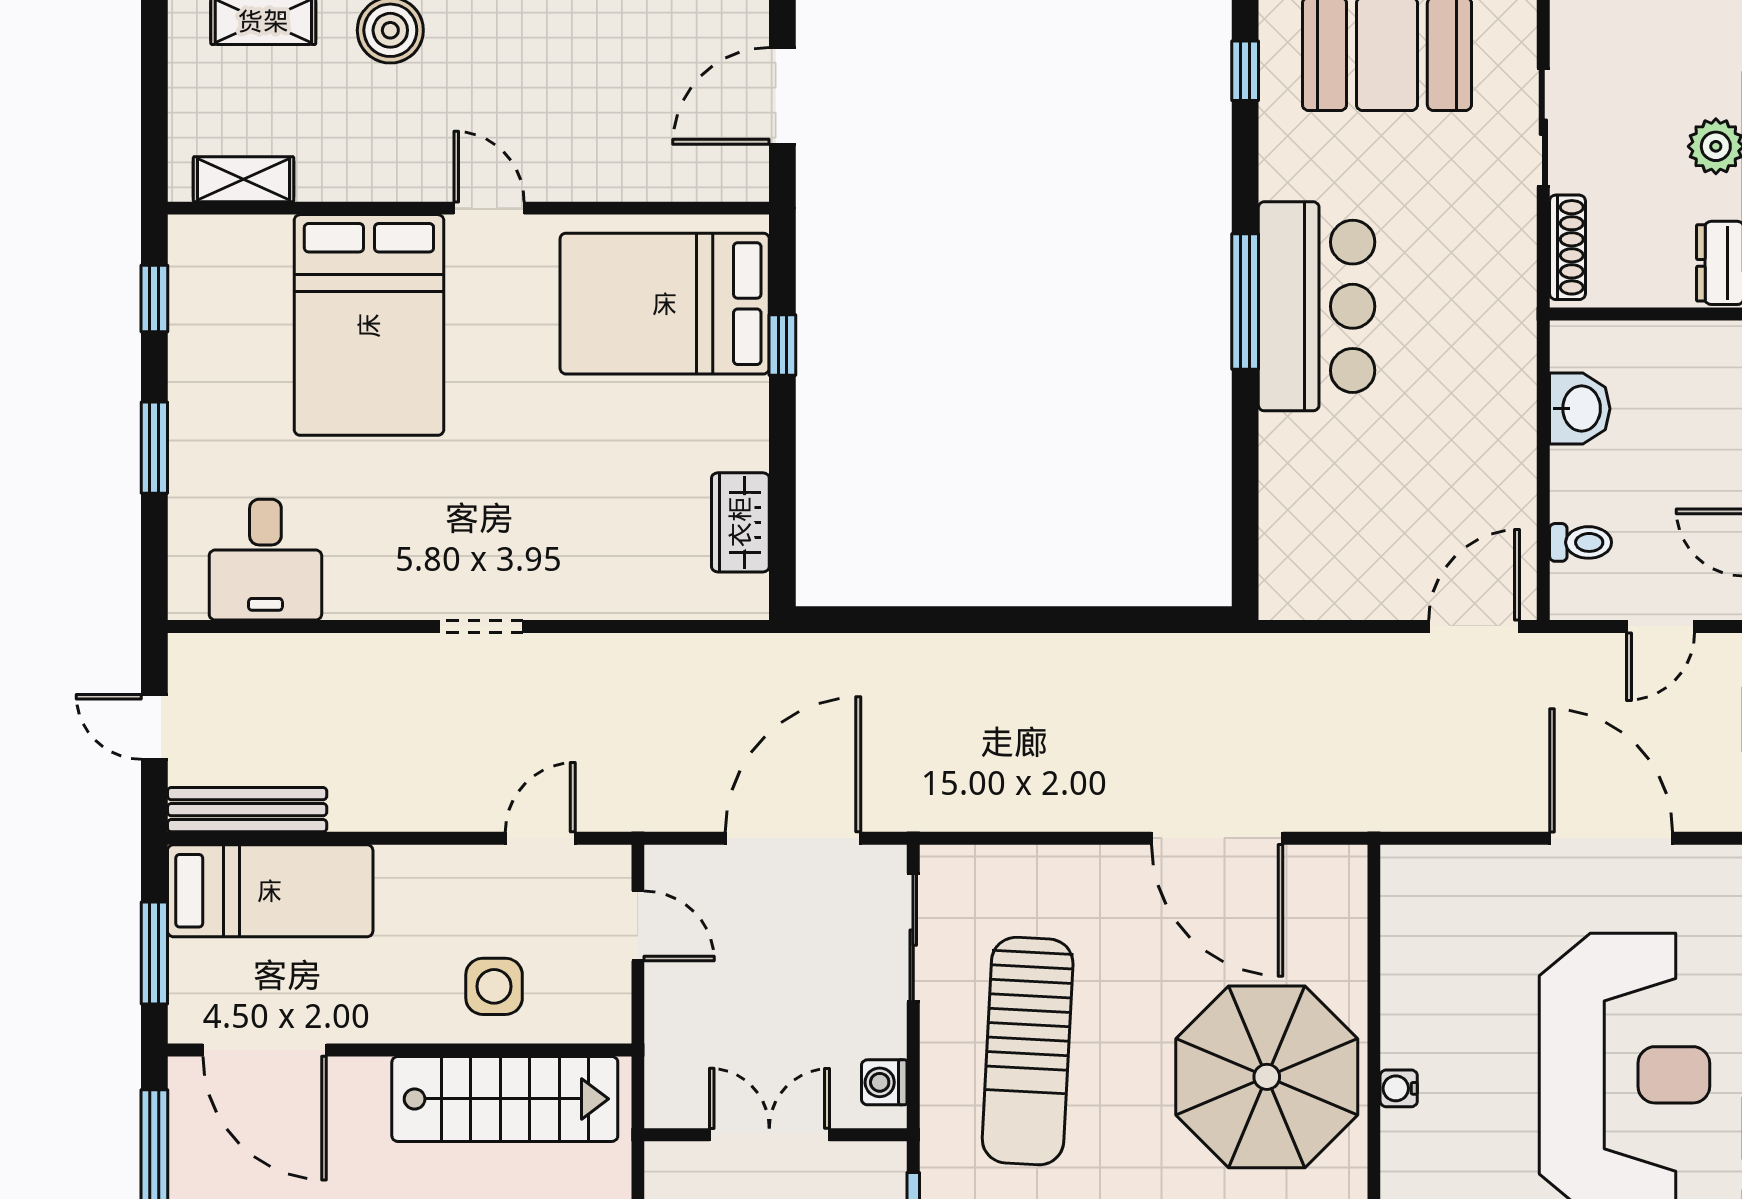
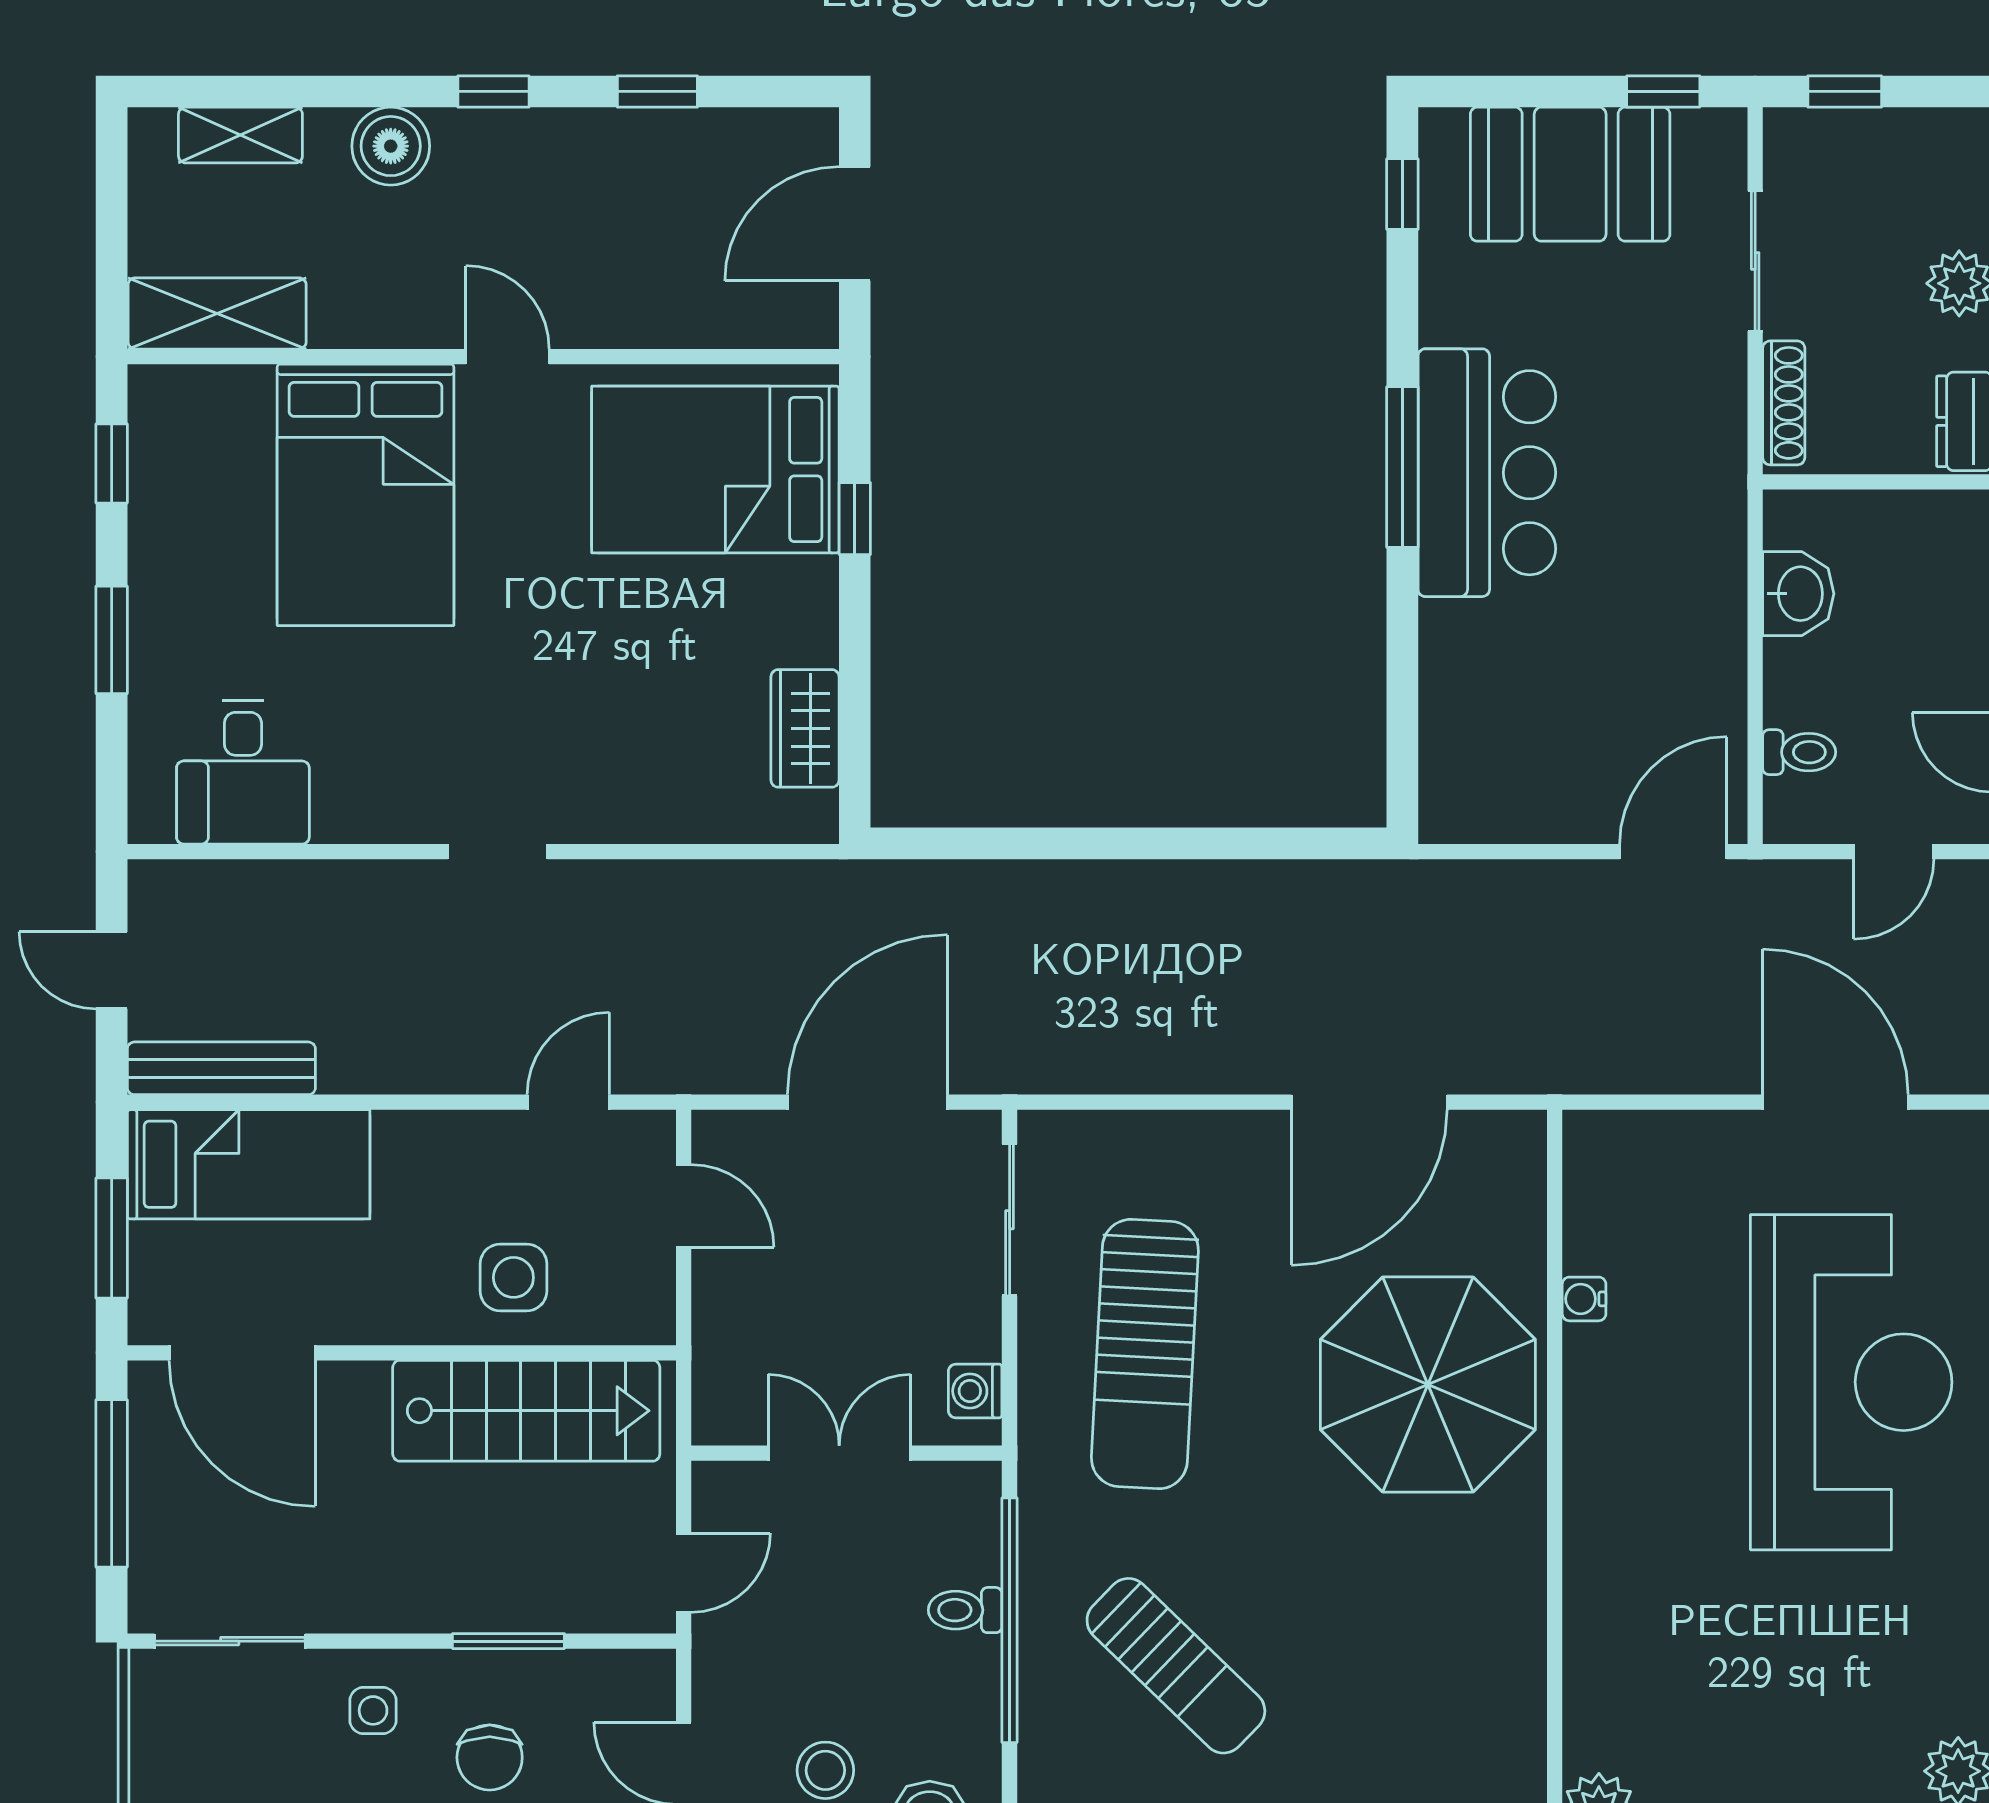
shelving: (244, 179) -> (217, 313), width x1.50, depth x1.33
door: (1217, 838) -> (1369, 1102), hinge flipped
water cooler: (1399, 1088) -> (1584, 1299), moved

